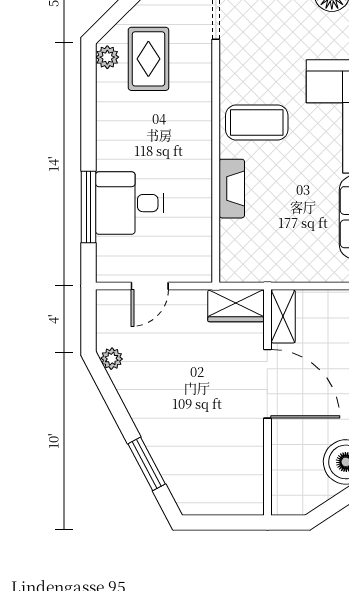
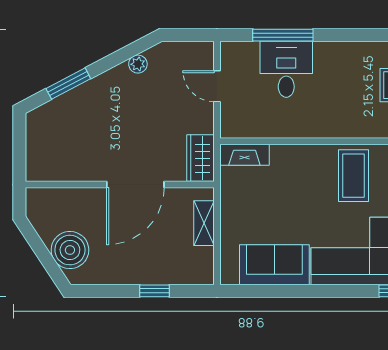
fireplace: (232, 189) -> (244, 155), moved
shelving: (283, 316) -> (204, 223), moved, turned 90
plant: (112, 359) -> (138, 64), moved

